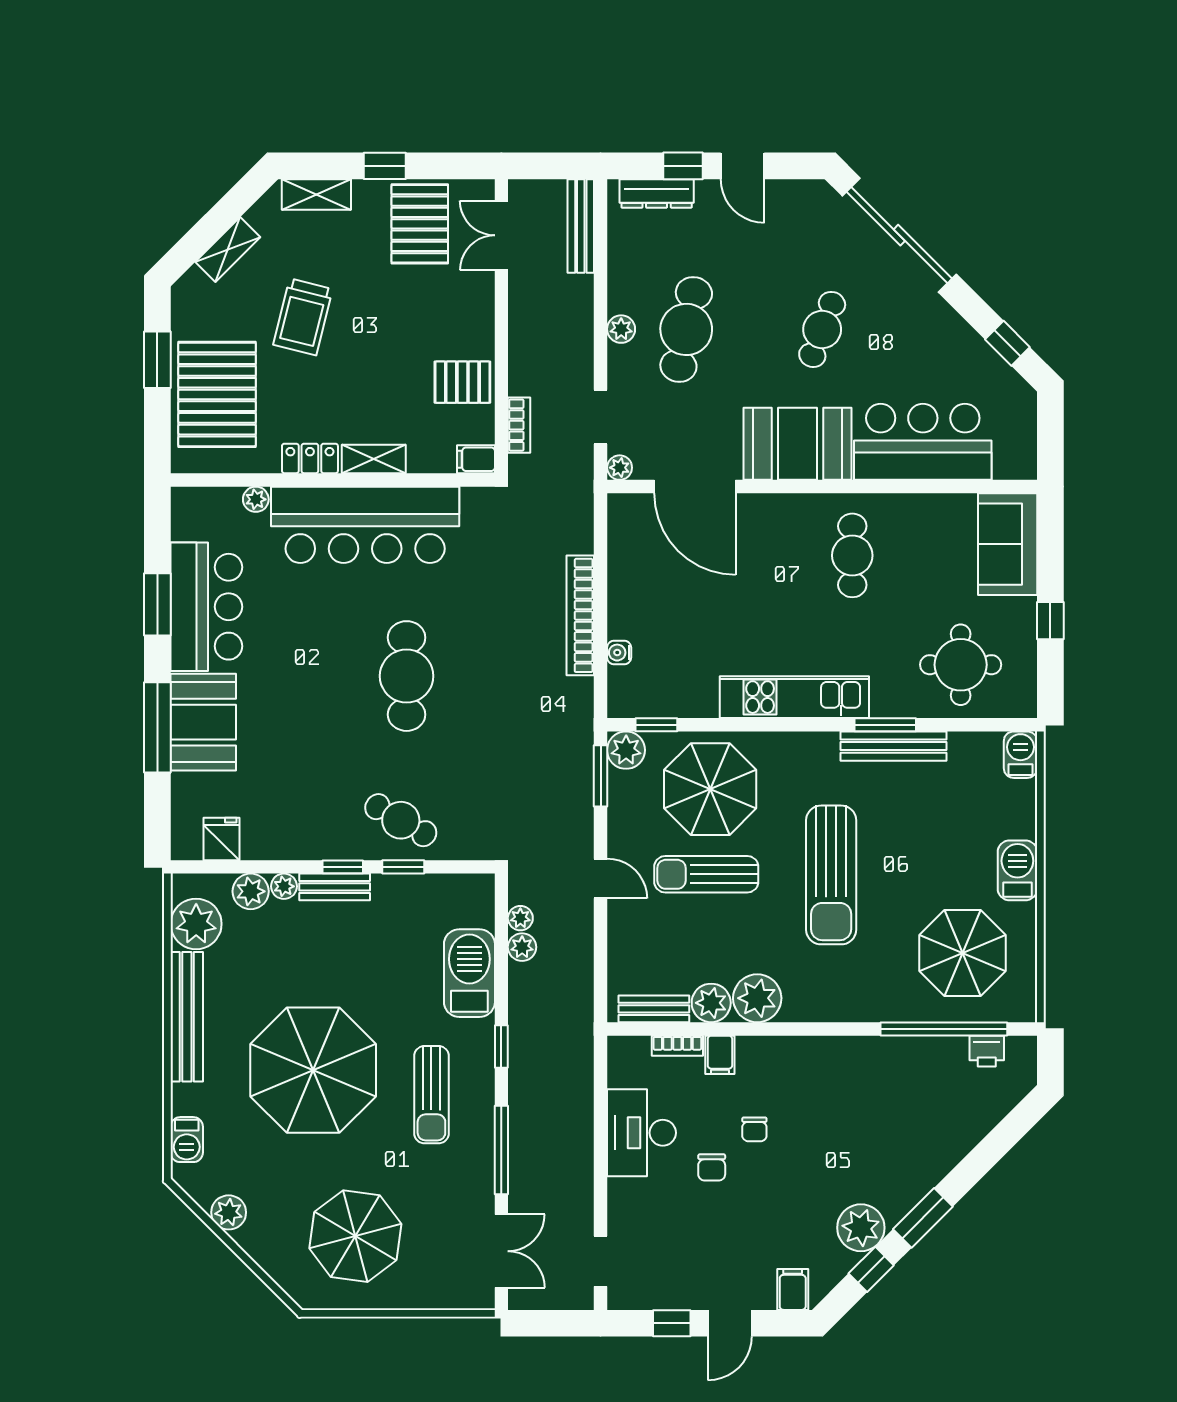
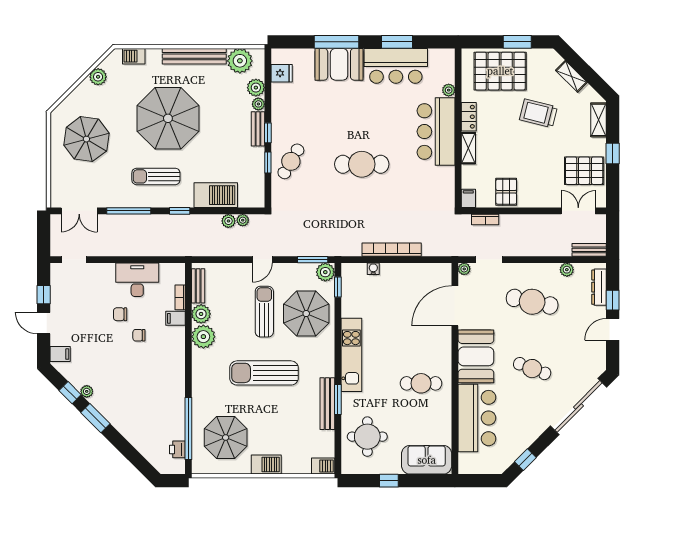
bench: (581, 226) -> (589, 250), width x0.73
plant: (621, 329) -> (567, 270), moved
bar counter: (365, 525) -> (436, 132), width x0.73
plant: (861, 1228) -> (87, 391), width x0.53, depth x0.53

